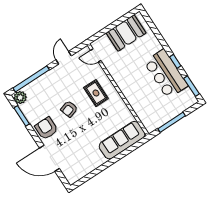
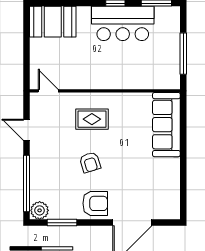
booth: (126, 33) -> (53, 22), moved, turned 90
door: (96, 55) -> (48, 91), swing flipped
armchair: (46, 128) -> (95, 203), turned 180

